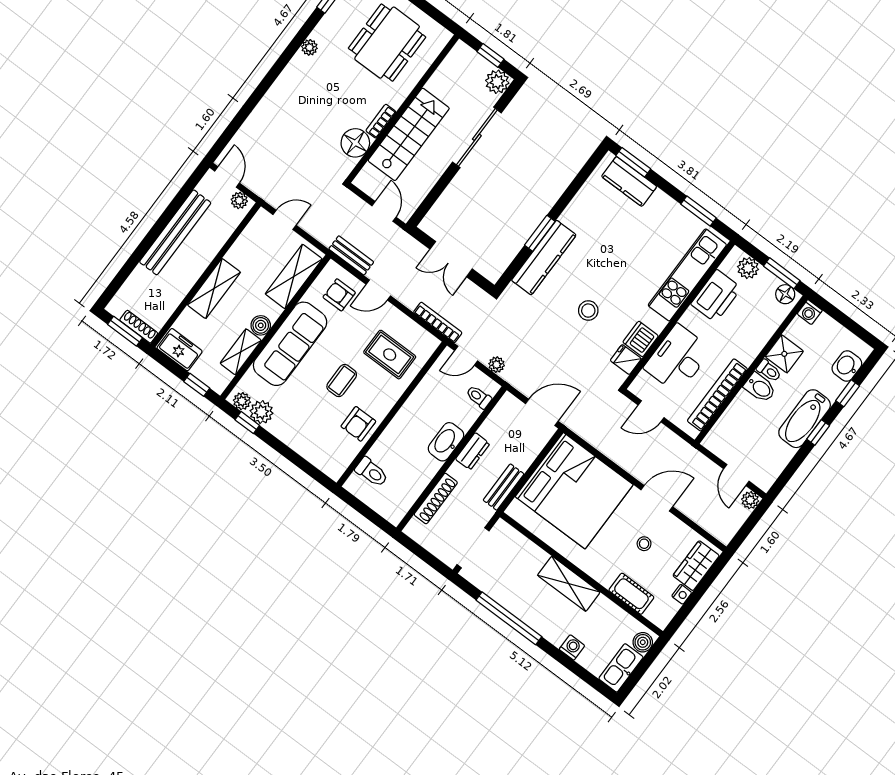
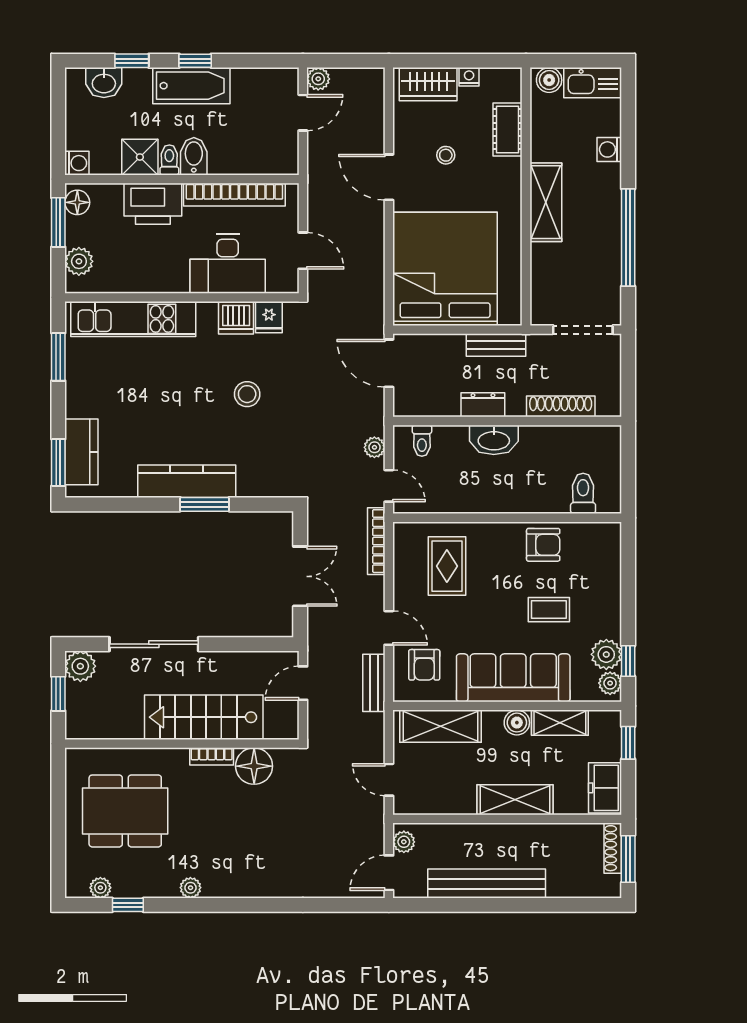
kitchen counter: (544, 258) -> (187, 481), moved
printer: (716, 296) -> (153, 204), moved, turned 180
coffee table: (342, 381) -> (549, 610), moved

